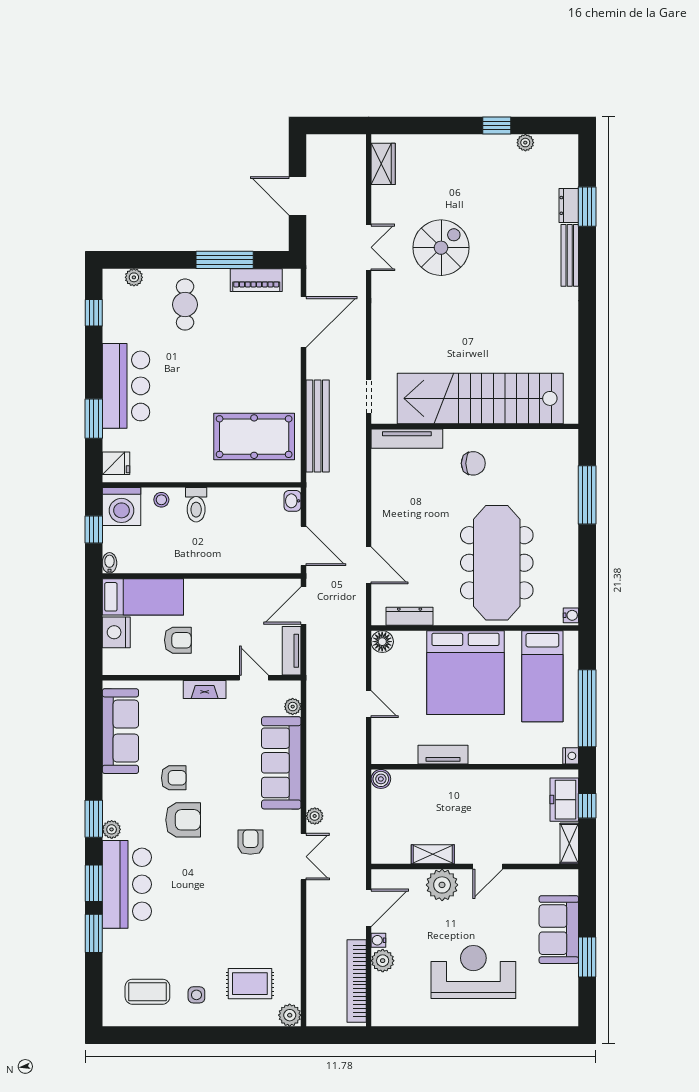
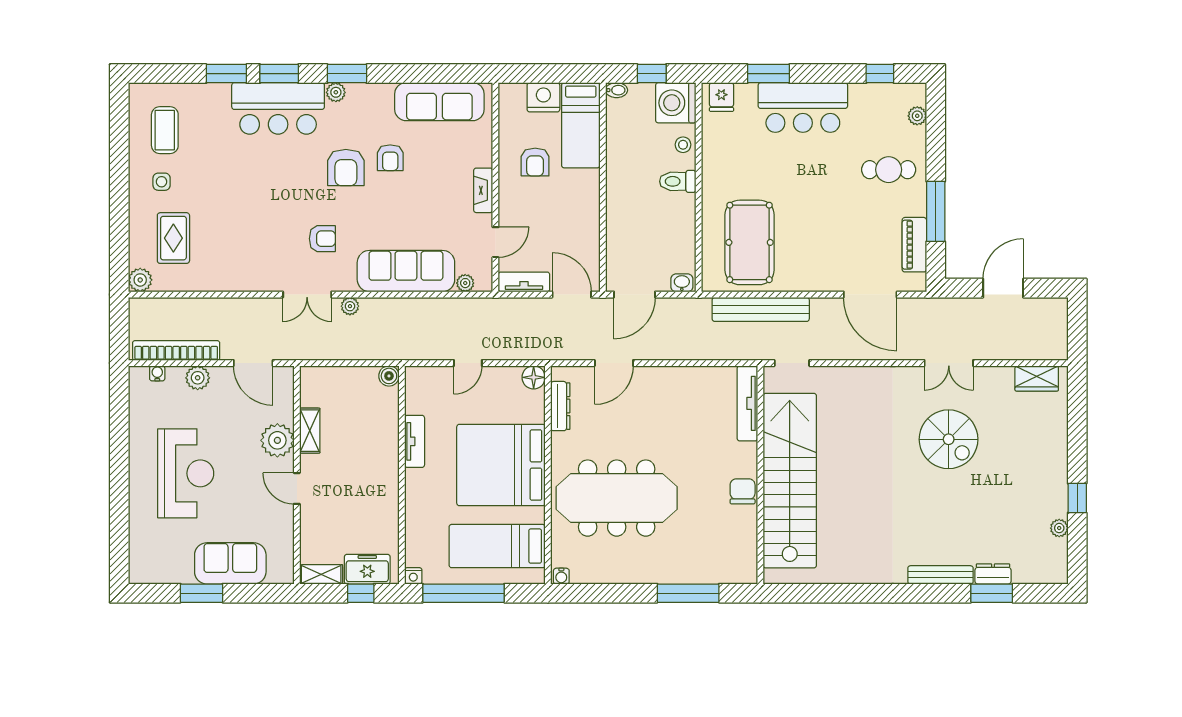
chair: (473, 463) -> (743, 491), moved, turned 180
water cooler: (378, 940) -> (157, 373), moved

